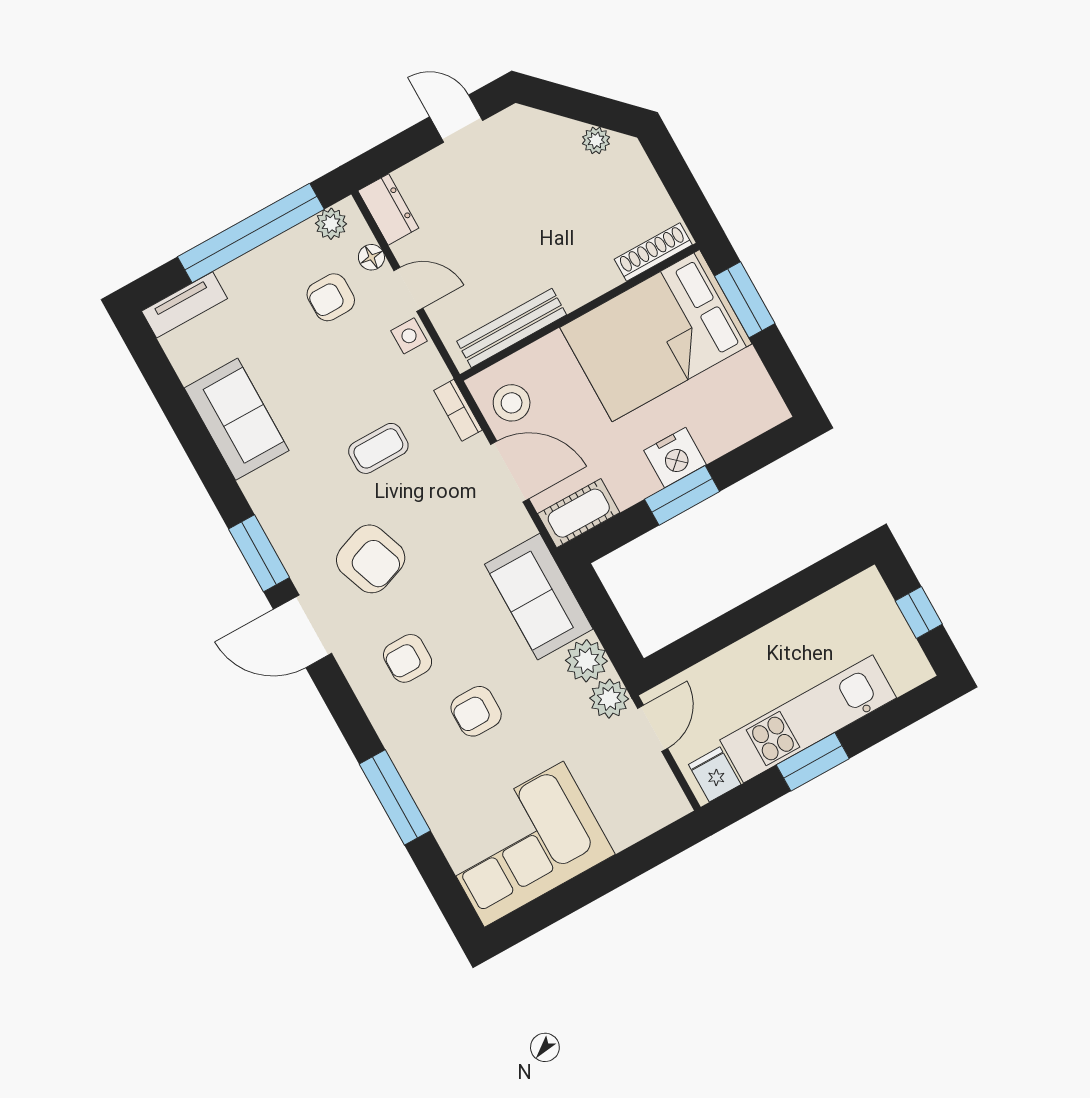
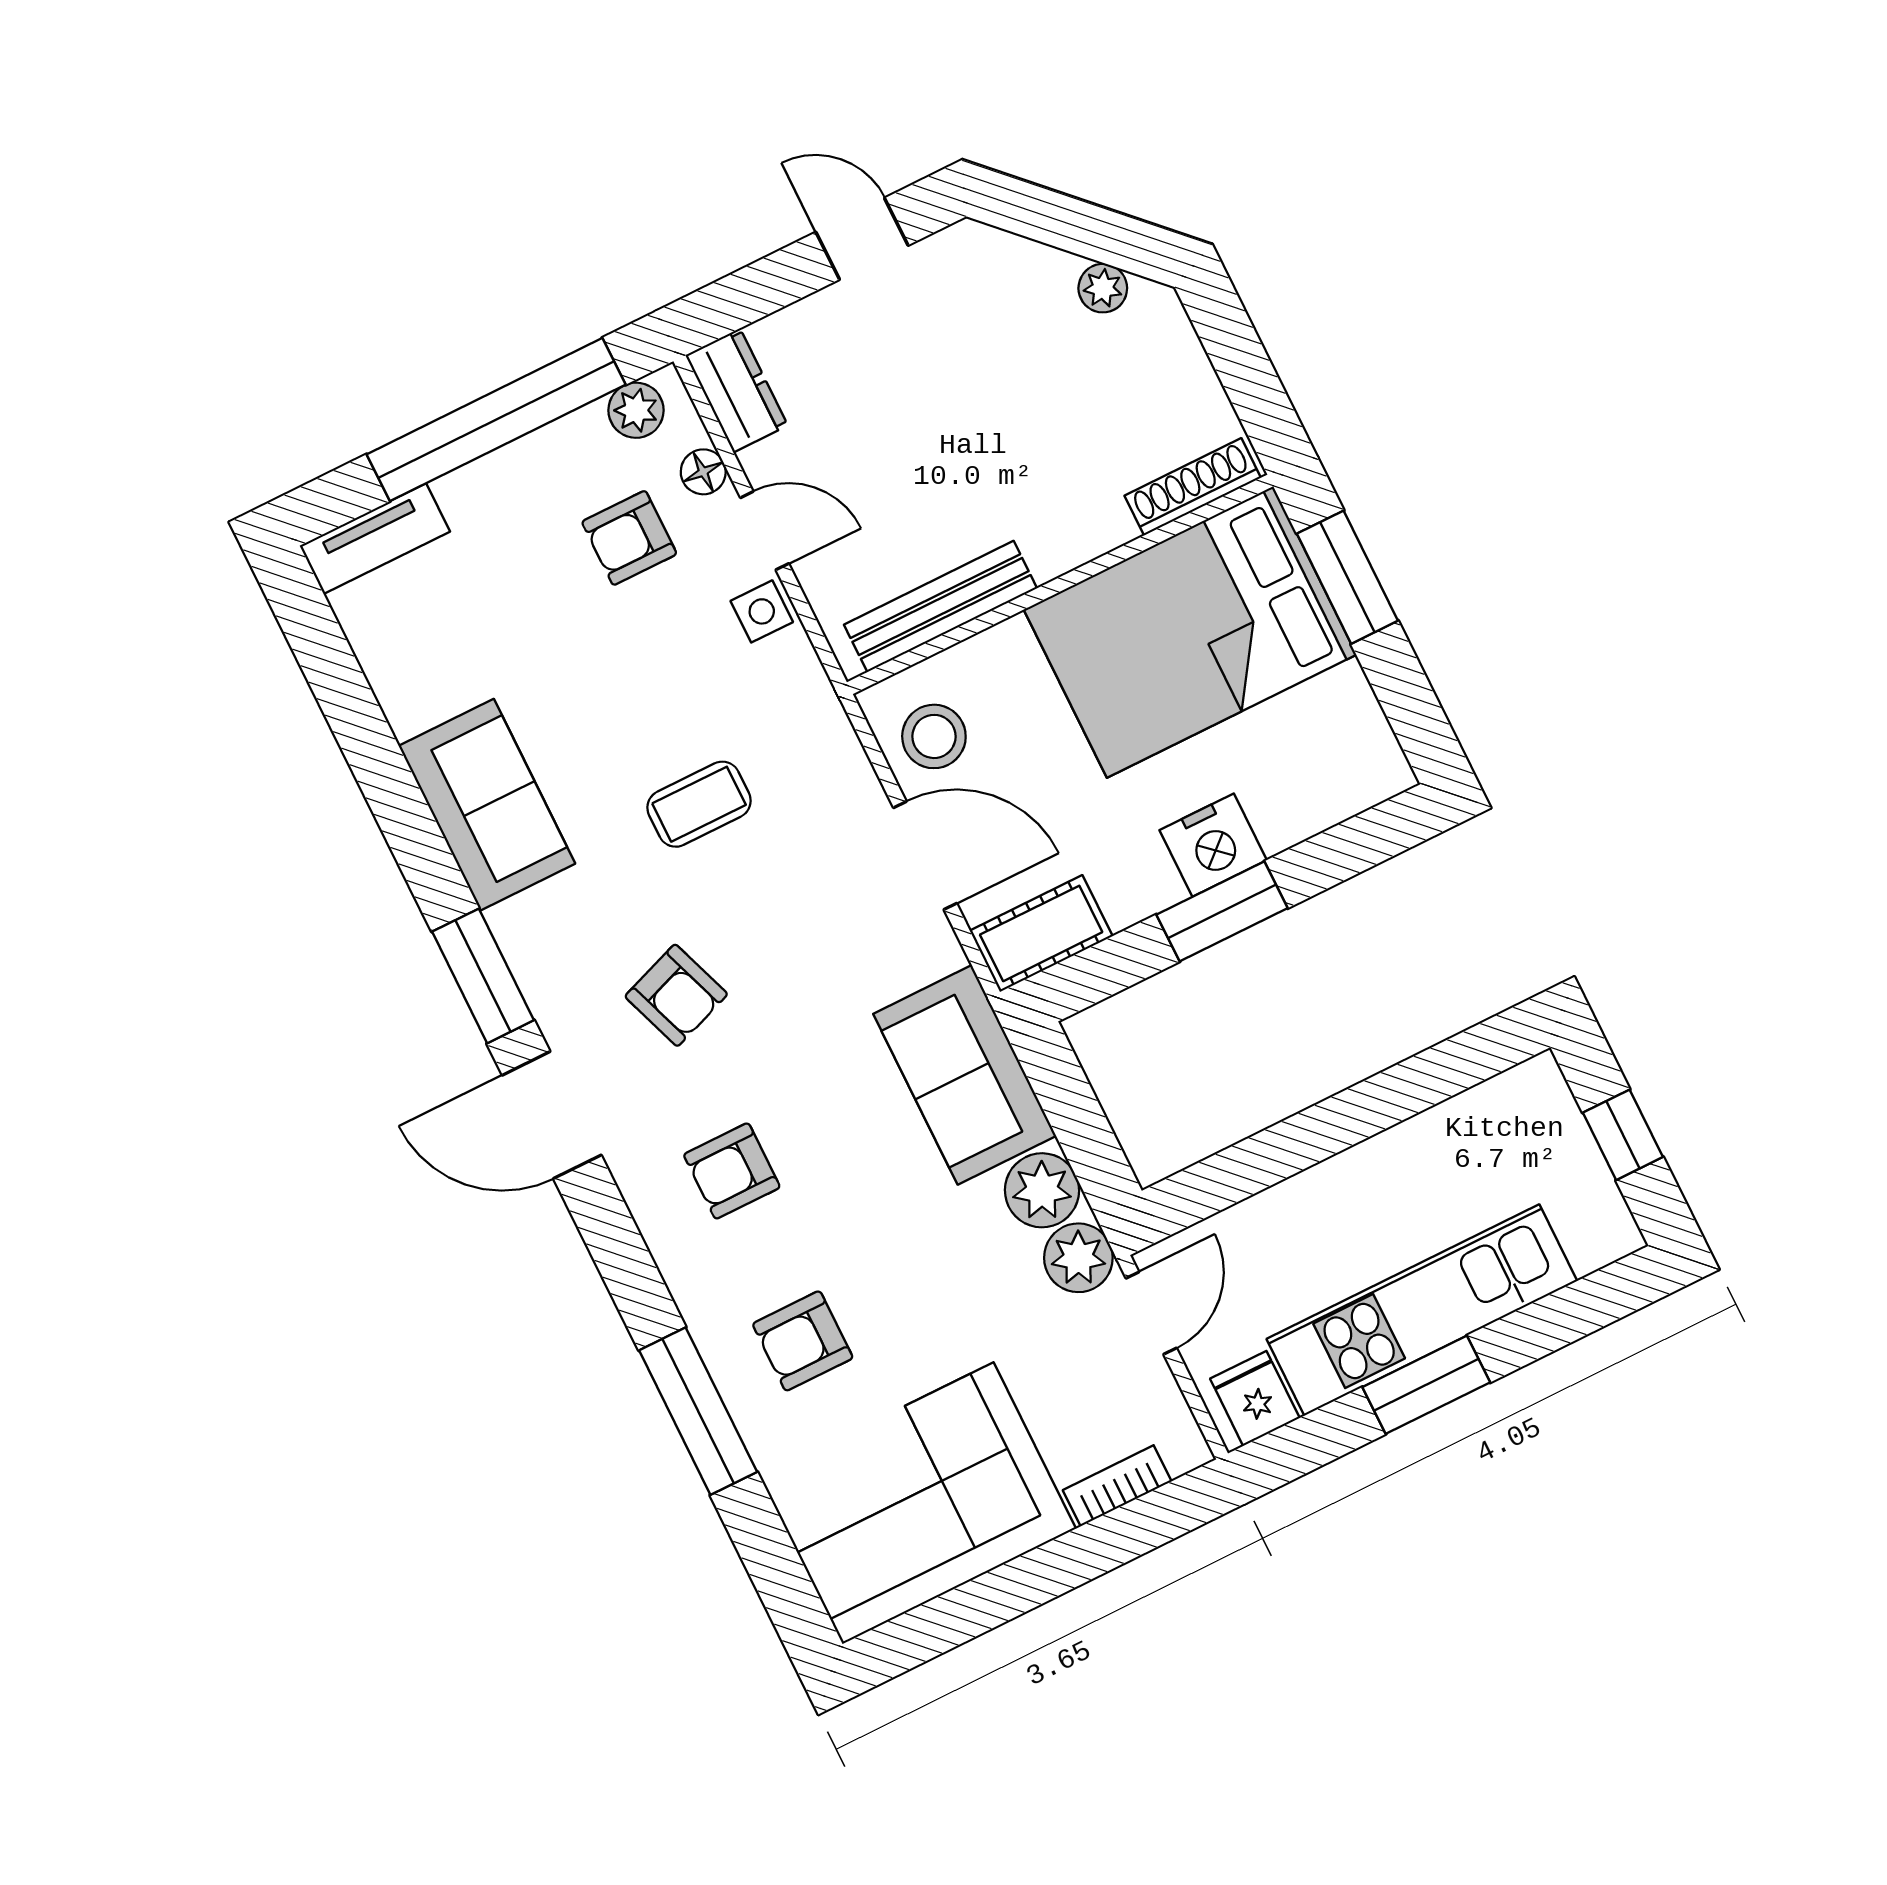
bookcase: (458, 410) -> (1117, 1486), moved, turned 90
sofa: (237, 419) -> (487, 805), moved
armchair: (371, 559) -> (676, 995), width x0.72, depth x0.72
armchair: (476, 711) -> (803, 1341), moved

